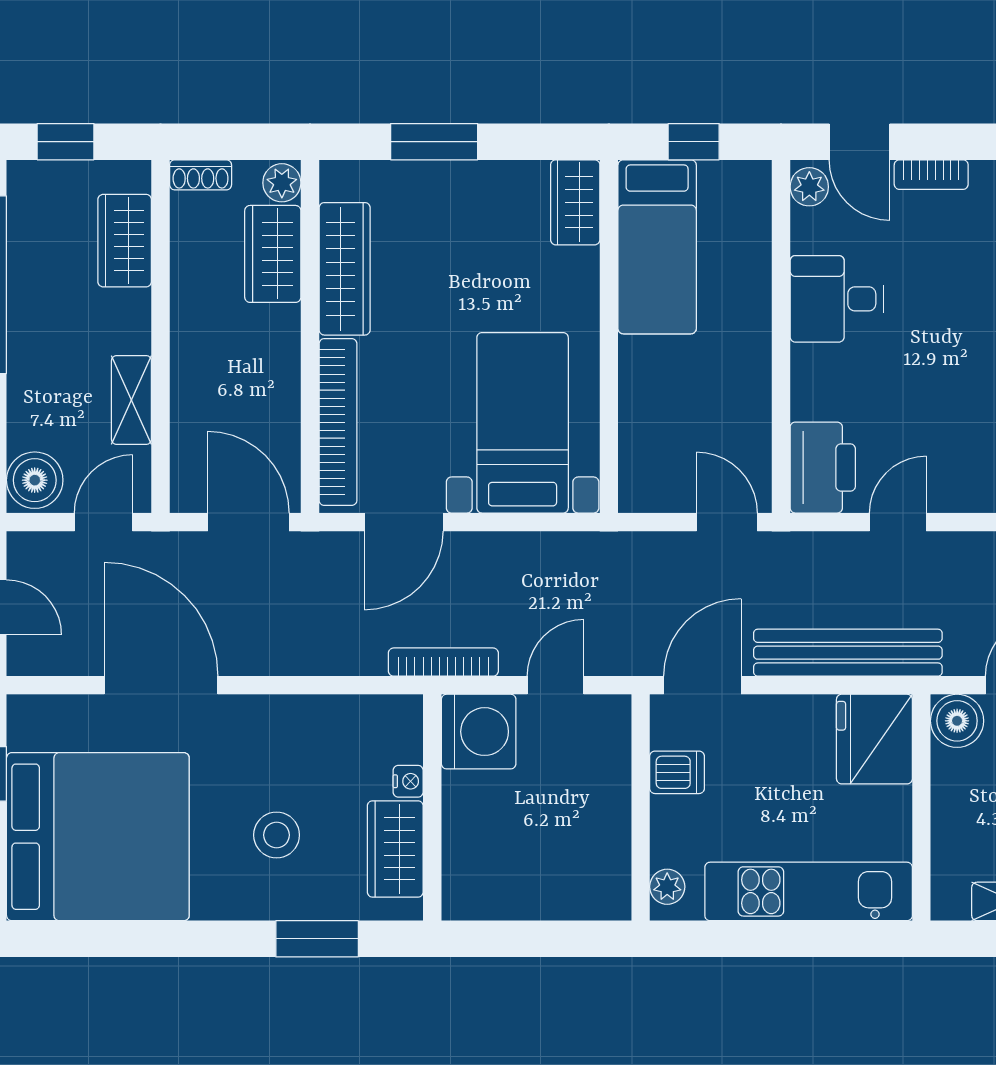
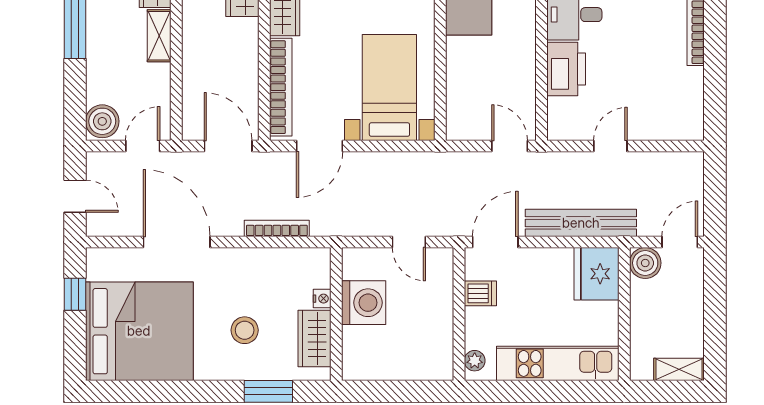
shelving: (131, 400) -> (159, 36), moved
printer: (823, 468) -> (566, 69), moved
bookcase: (443, 662) -> (277, 228), moved
door: (555, 685) -> (409, 242), swing flipped
washing machine: (479, 732) -> (364, 303), moved

